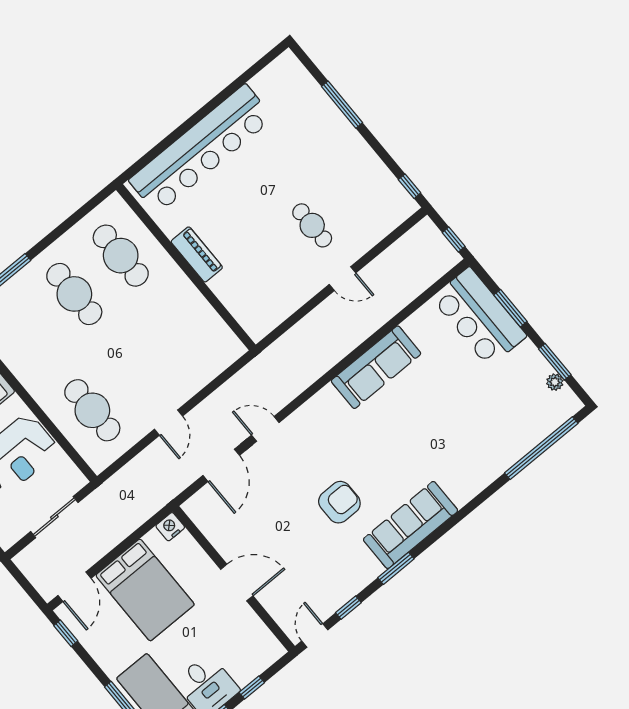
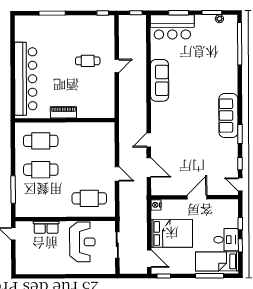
armchair: (339, 502) -> (198, 135), removed

